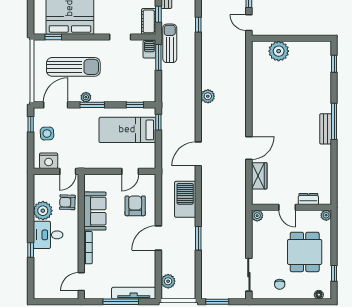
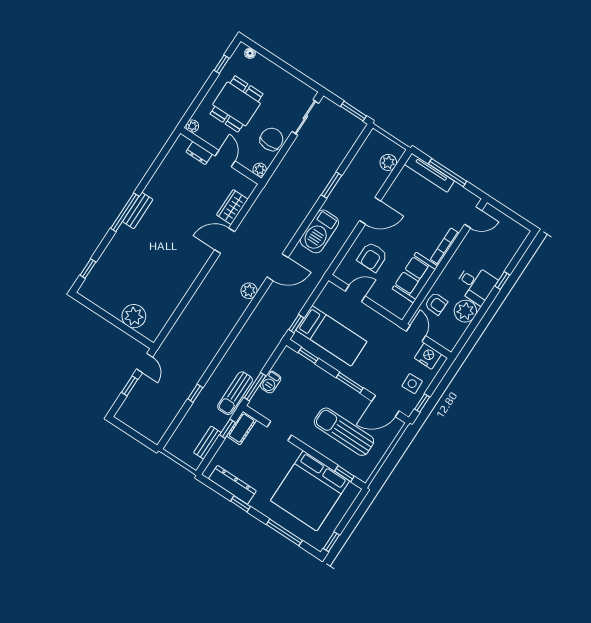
barbecue: (149, 49) -> (271, 382), moved
plant: (208, 96) -> (249, 291), moved
plant: (86, 97) -> (351, 394), removed
door: (68, 171) -> (416, 333), hinge flipped
chair: (280, 284) -> (272, 139), moved, width x1.87, depth x1.87

